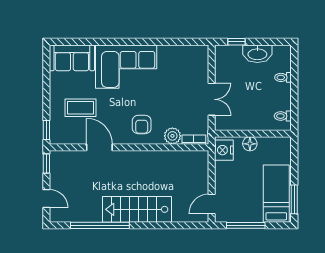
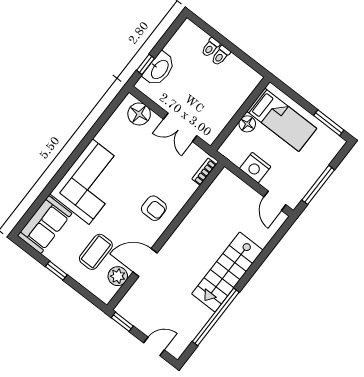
washbasin: (257, 54) -> (159, 69), moved
floor lamp: (199, 64) -> (139, 114), added
double door: (212, 99) -> (180, 127), swing flipped
toilet: (283, 116) -> (221, 56), moved
window: (46, 130) -> (56, 271), moved
plant: (172, 136) -> (118, 276), moved
nightstand: (224, 150) -> (255, 168), moved
bed: (276, 194) -> (282, 120), moved, turned 180

